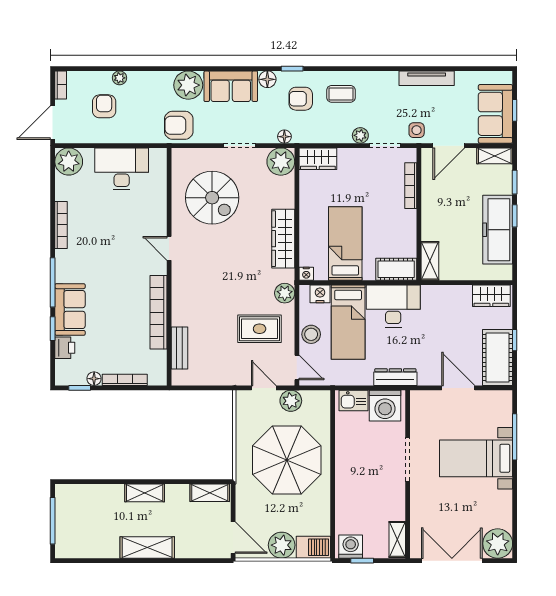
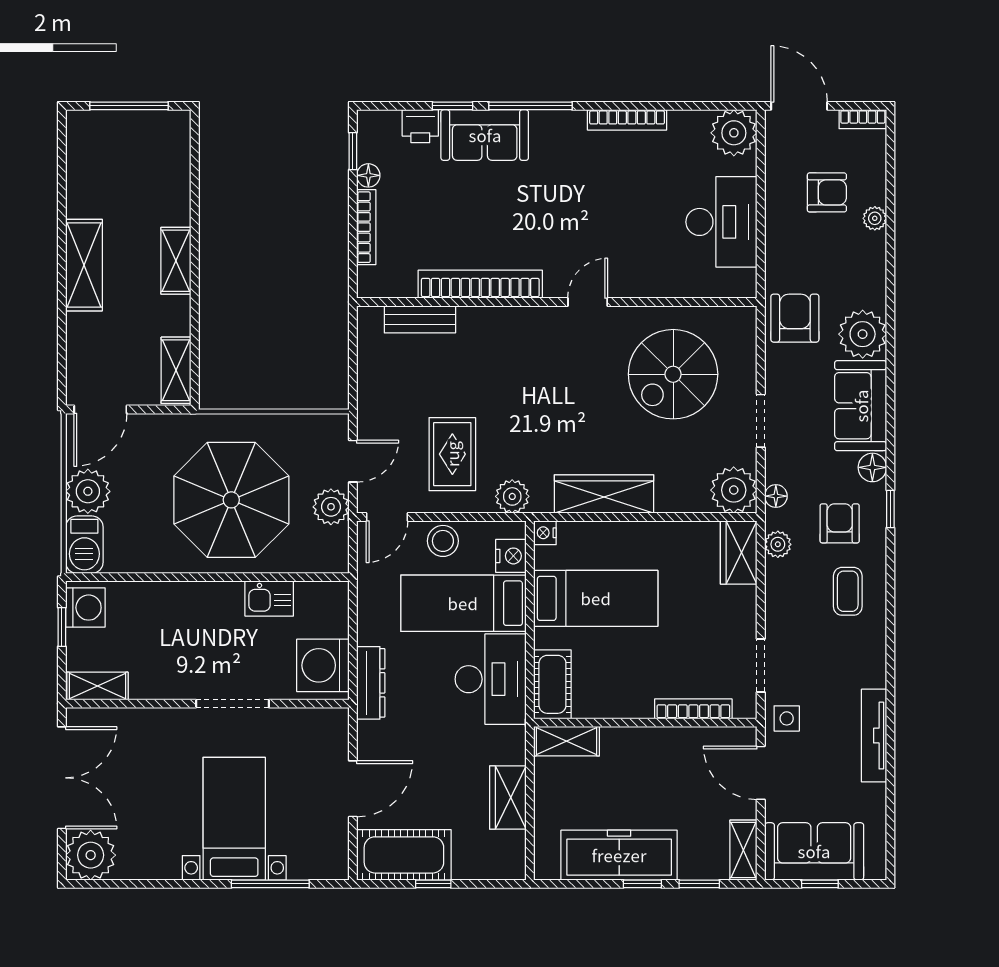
plant: (360, 135) -> (778, 544), moved
wardrobe: (491, 296) -> (508, 797), moved
kitchen sink: (354, 401) -> (269, 599), moved, turned -90

